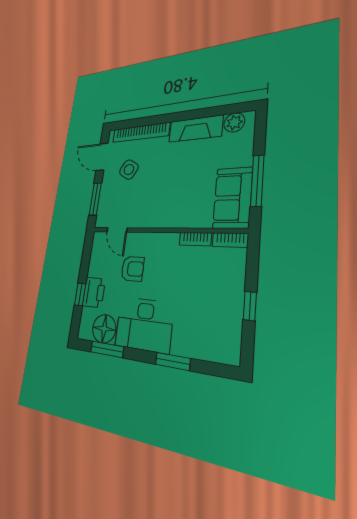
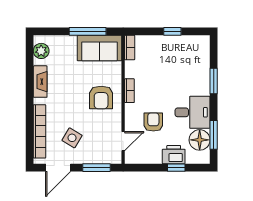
fireplace: (196, 129) -> (40, 82), width x0.73, depth x0.76
armchair: (169, 202) -> (101, 97), added
bookcase: (195, 239) -> (129, 91), moved
desk: (144, 325) -> (193, 112), width x0.73

